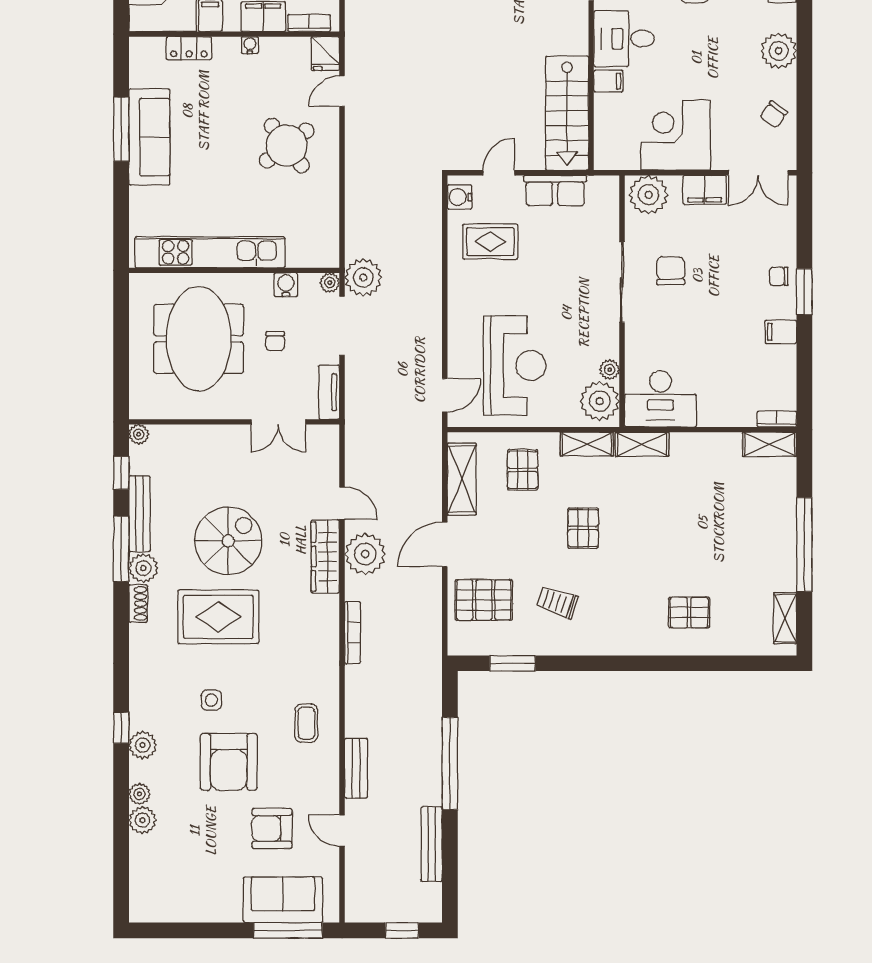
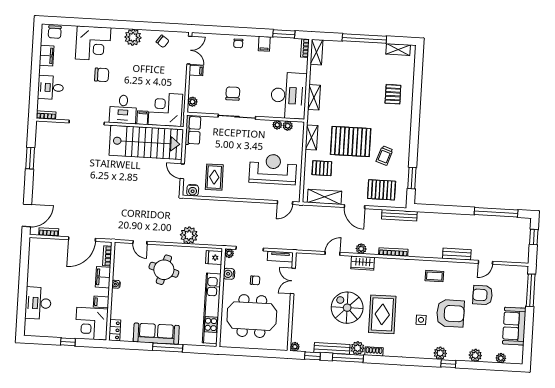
locker: (189, 48) -> (115, 330), moved
fridge: (325, 54) -> (214, 258), moved, turned 180
stairs: (567, 113) -> (146, 142), width x1.36, depth x1.51
window: (121, 129) -> (168, 348), moved
corner desk: (676, 135) -> (165, 109), moved, turned 90
round table: (287, 146) -> (164, 270), turned -38
row of seats: (555, 190) -> (193, 130), moved
filing cabinet: (705, 190) -> (196, 71), width x0.50
plant: (649, 195) -> (192, 102), width x0.53, depth x0.53
chair: (671, 271) -> (233, 94), turned 90
plant: (363, 277) -> (189, 235), moved
window: (804, 292) -> (284, 34), moved
door: (445, 395) -> (285, 203), swing flipped
desk: (660, 399) -> (289, 96), width x1.36, depth x1.30
plant: (600, 401) -> (288, 126), width x0.53, depth x0.53
double door: (278, 422) -> (293, 281), swing flipped
shelving: (642, 444) -> (314, 97), moved
pallet: (583, 528) -> (351, 141), width x2.05, depth x2.00
plant: (365, 554) -> (361, 249), width x0.53, depth x0.53
wardrobe: (325, 557) -> (363, 263), width x0.67
pallet: (484, 600) -> (382, 190), turned 90
window: (121, 728) -> (448, 364), moved
window: (450, 763) -> (496, 212), moved
plant: (140, 794) -> (501, 358), moved
armchair: (272, 828) -> (483, 295), turned 90
bench: (432, 844) -> (399, 215), moved
sofa: (283, 900) -> (514, 326), moved

